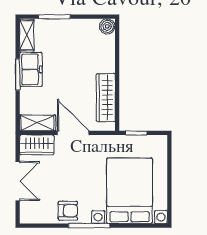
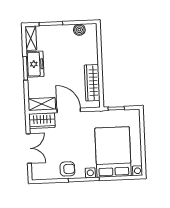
boiler: (107, 26) -> (79, 30), moved

